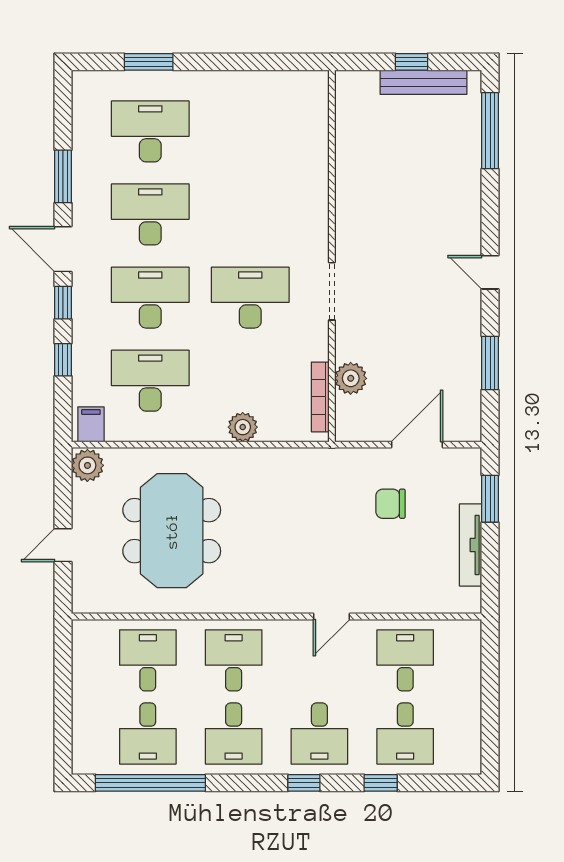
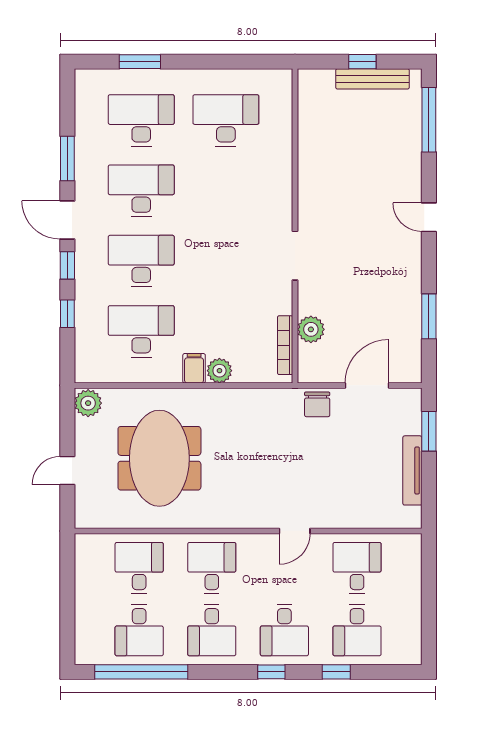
door: (490, 272) -> (429, 217), moved
desk: (250, 298) -> (226, 120), moved
filing cabinet: (91, 424) -> (194, 368), moved
chair: (391, 504) -> (317, 404), moved, turned -90

